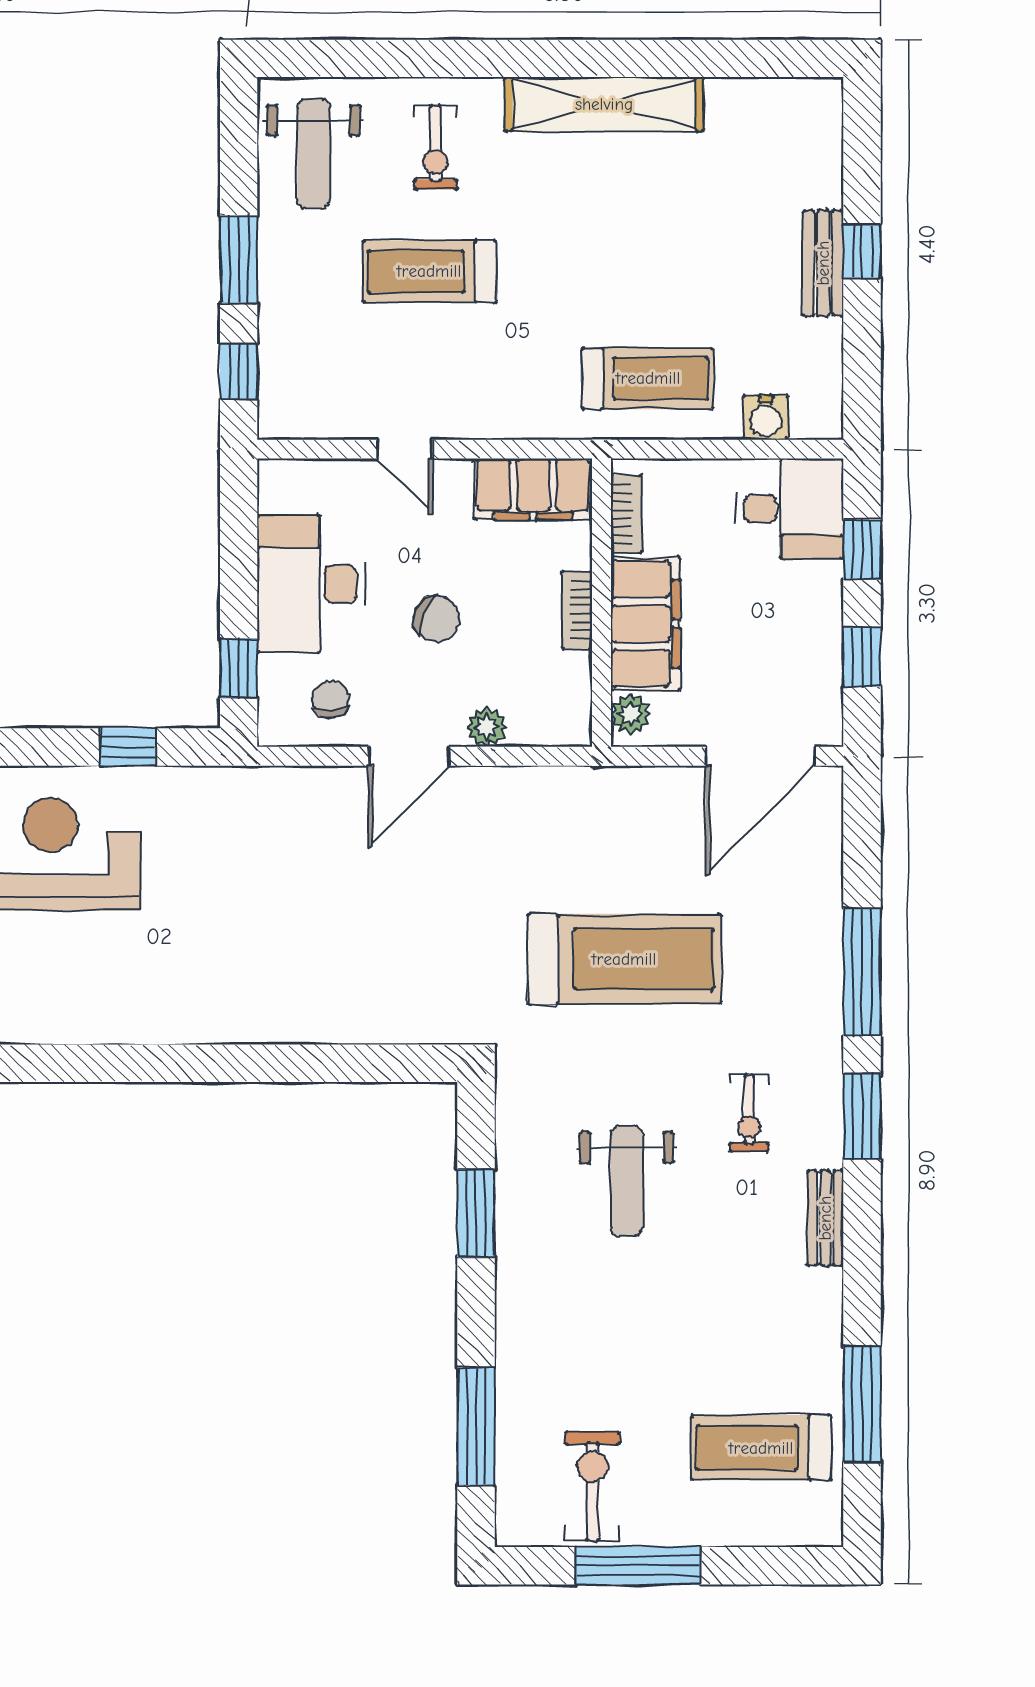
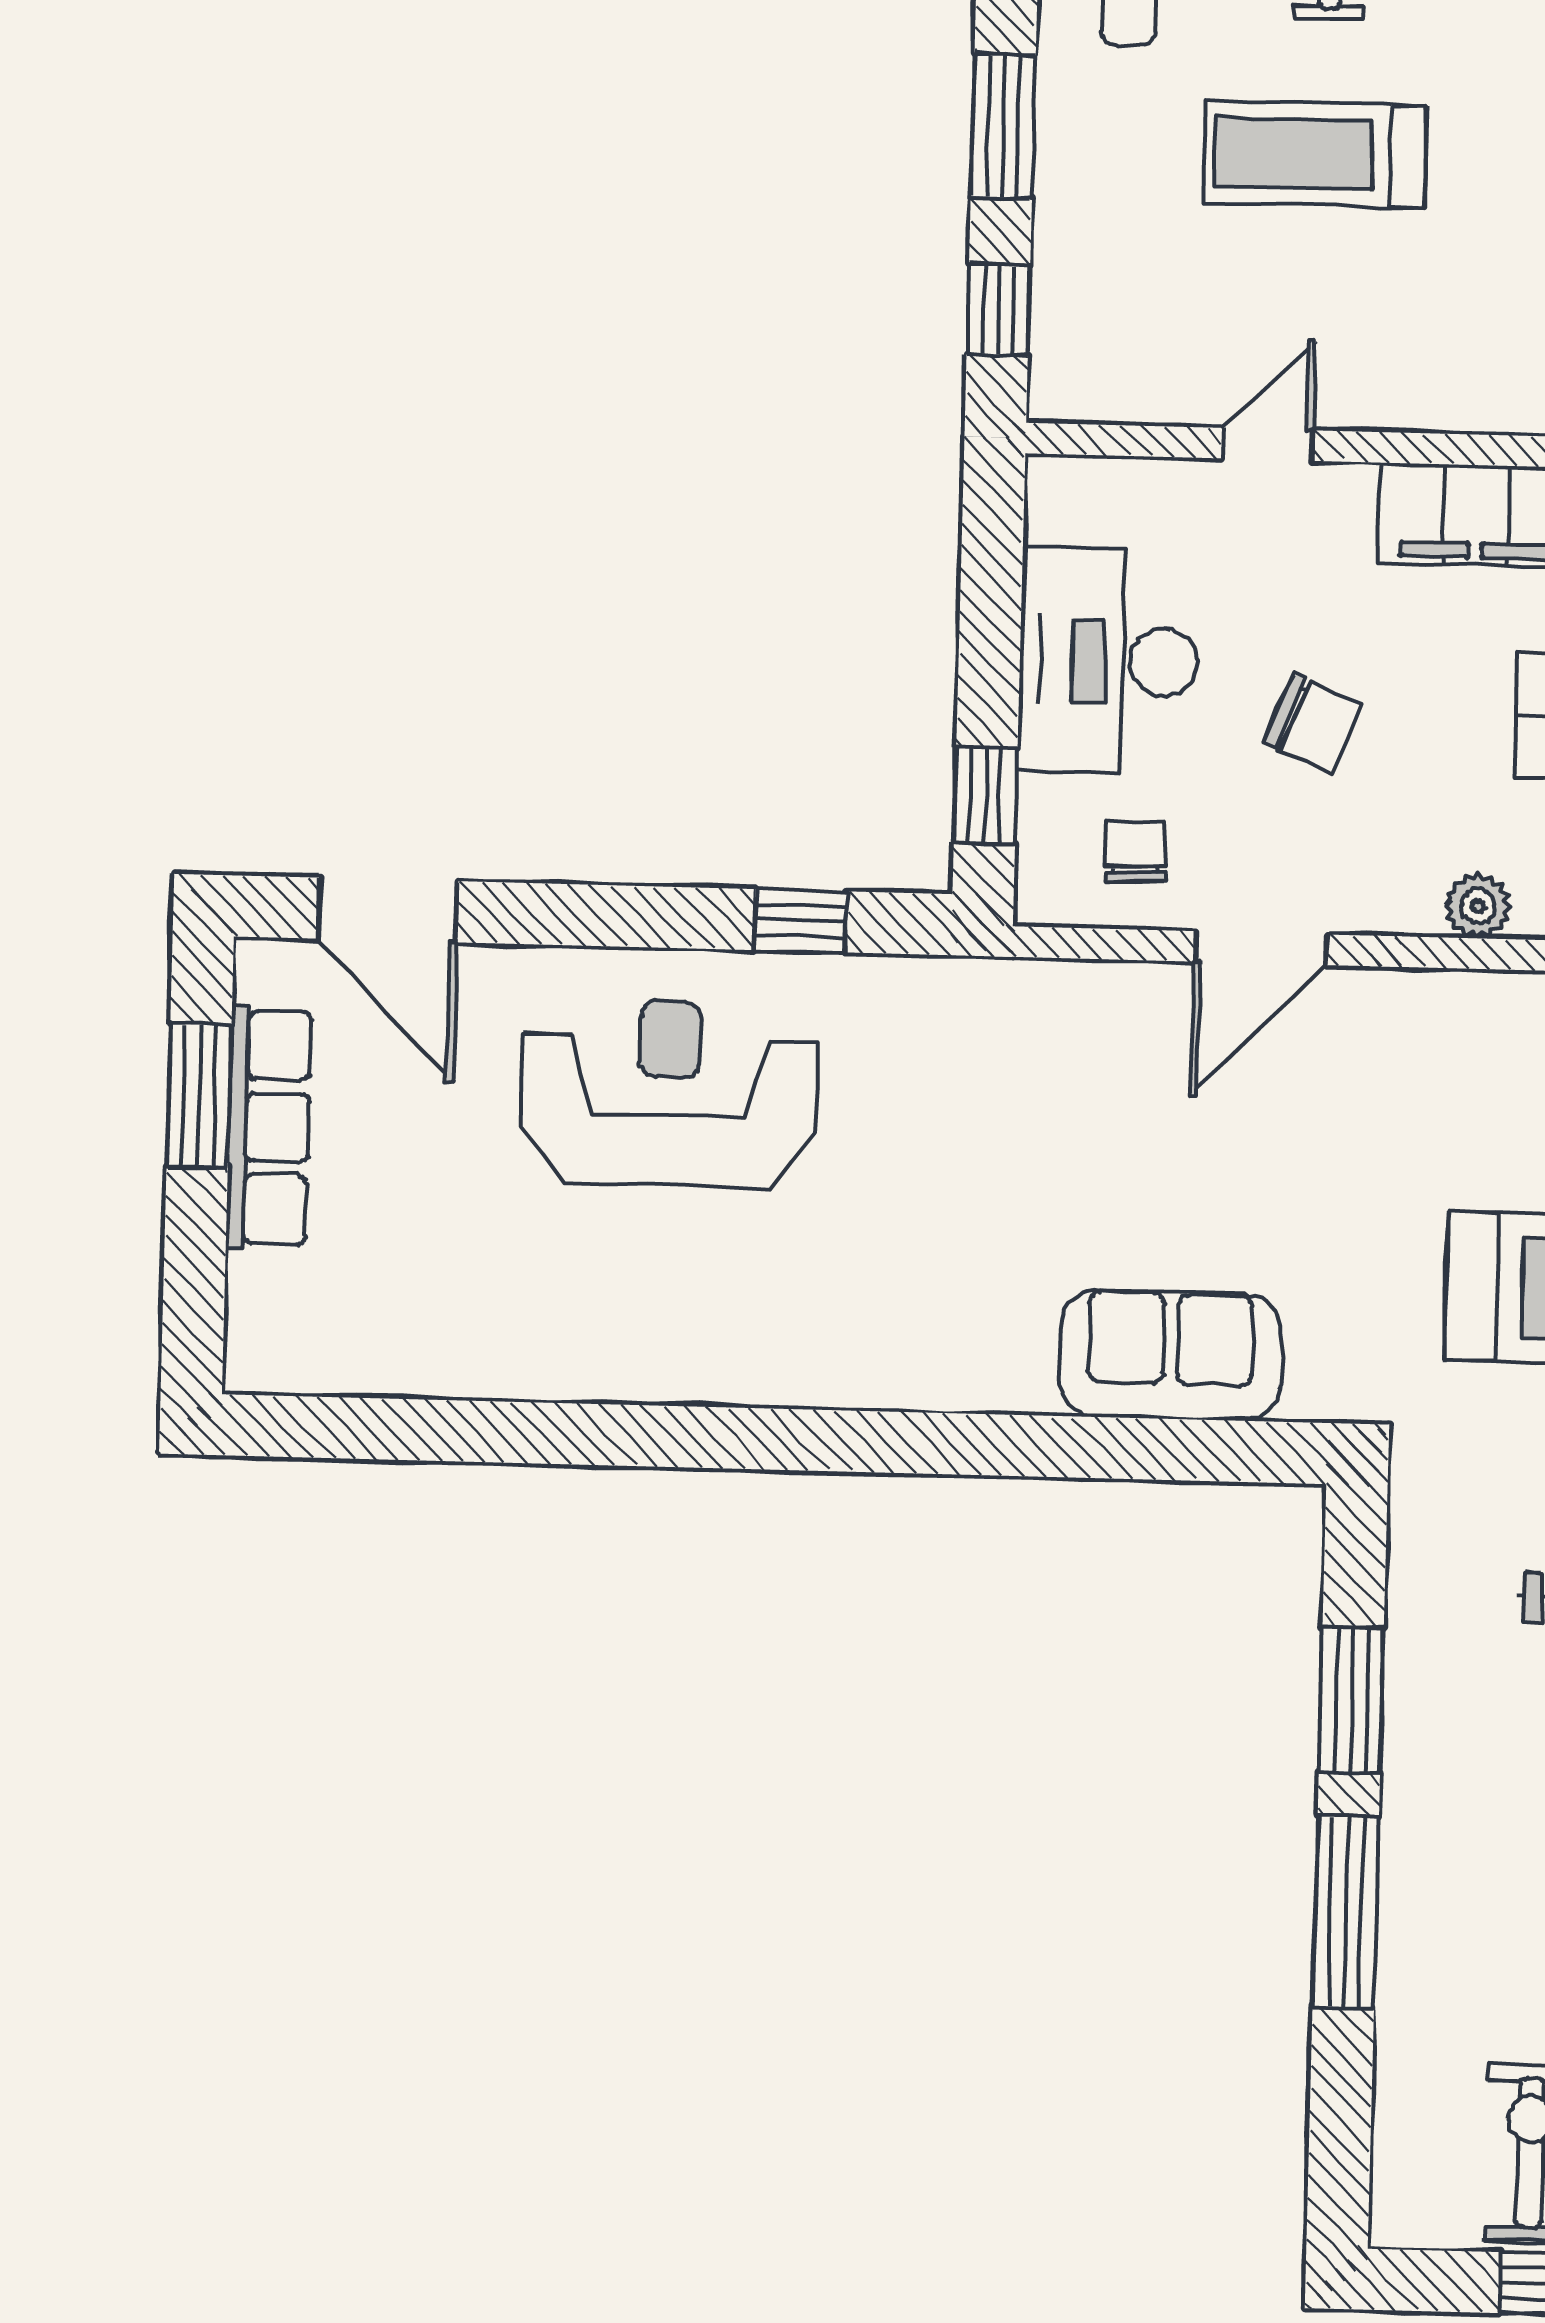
door: (405, 449) -> (1267, 444), swing flipped
plant: (487, 727) -> (1478, 906), moved
sofa: (360, 1006) -> (1170, 1355), added
window: (476, 1426) -> (1346, 1912), moved

